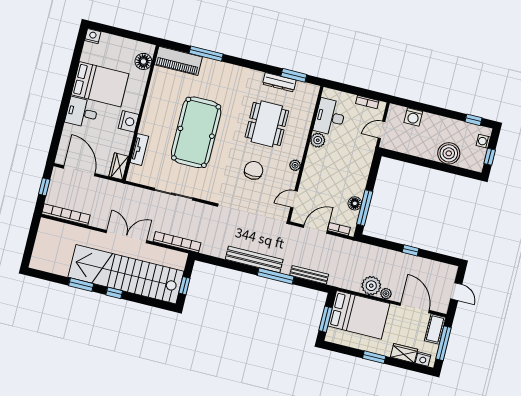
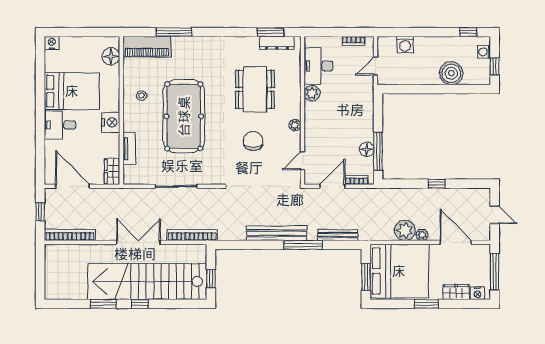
dresser: (279, 82) -> (277, 43), moved
stool: (162, 104) -> (141, 96), added
bed: (359, 315) -> (399, 271), width x1.36
cot: (435, 329) -> (482, 259), removed

